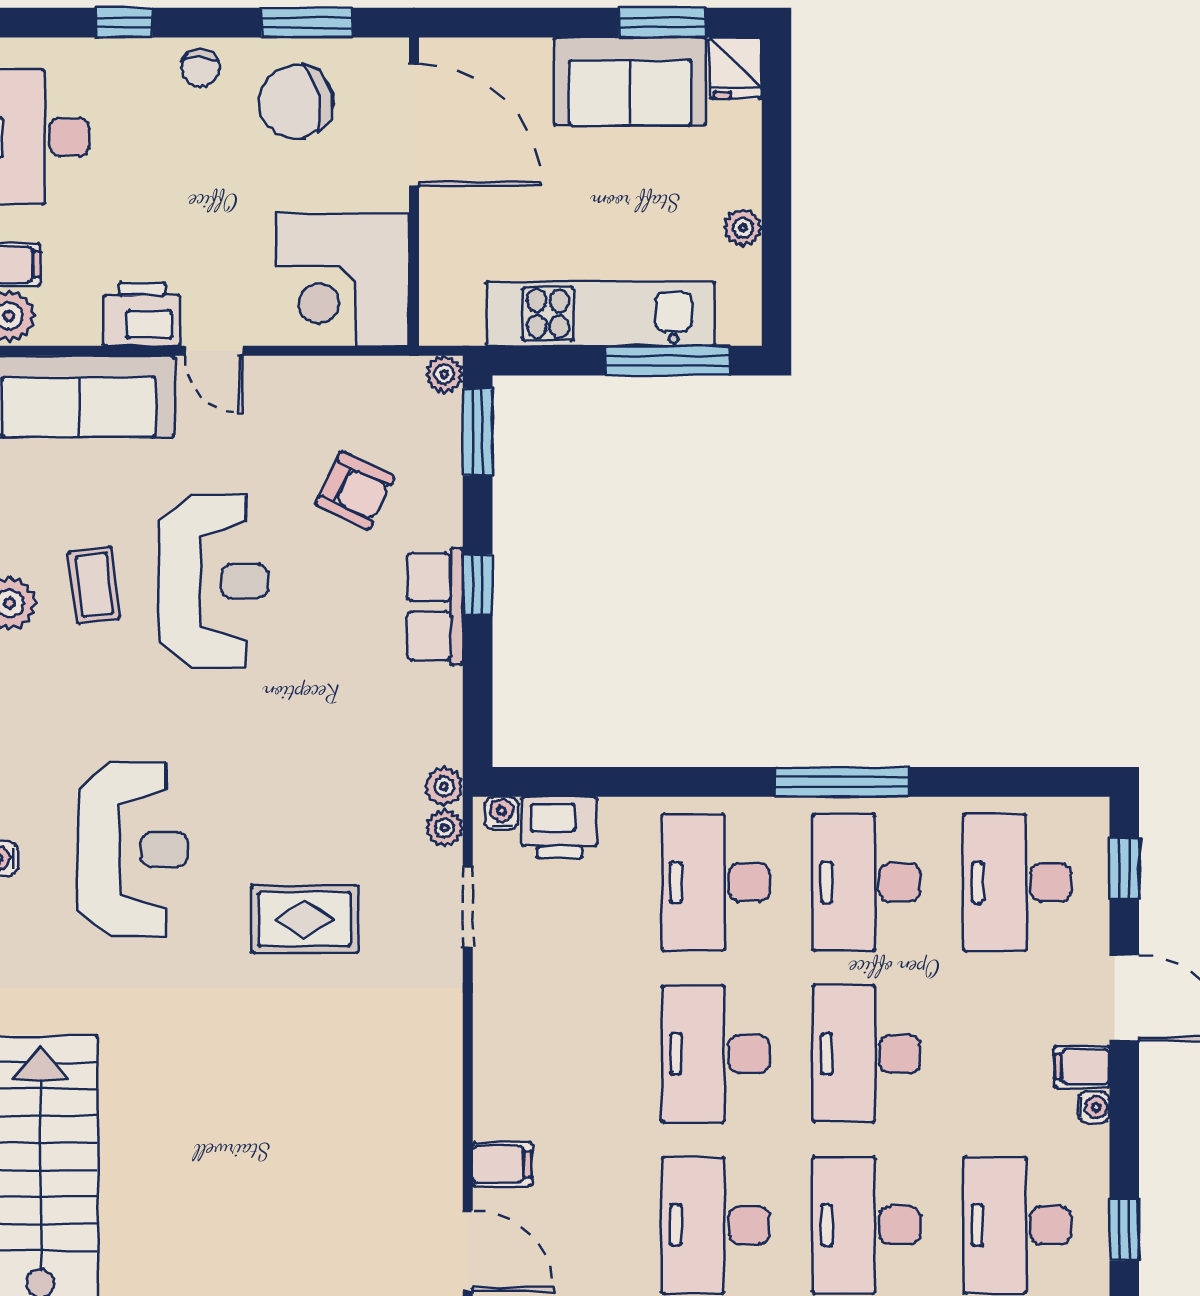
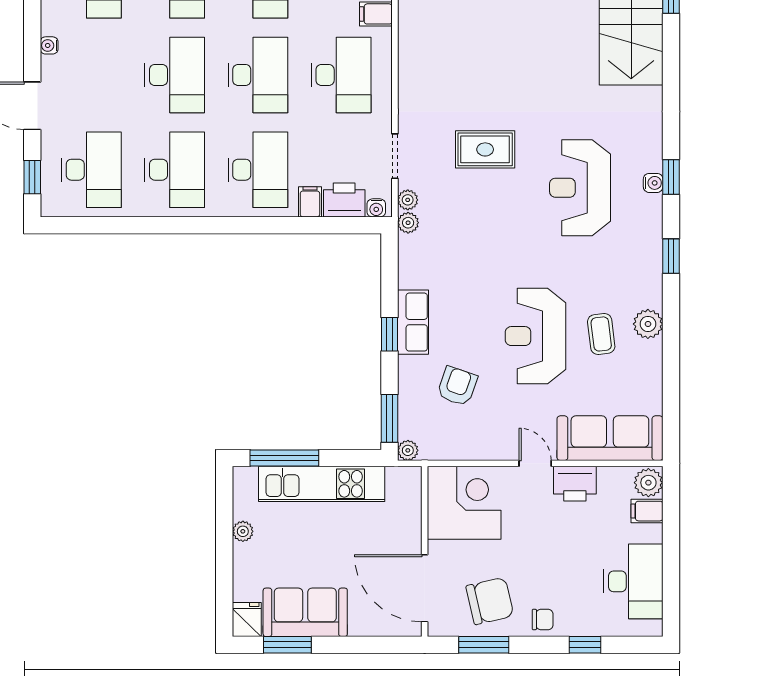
chair: (200, 68) -> (543, 620), turned 90
armchair: (355, 491) -> (457, 386), turned 83
window: (842, 782) -> (188, 225), removed
desk: (565, 1054) -> (341, 75), added
filing cabinet: (1082, 1067) -> (310, 202), moved, turned -90

